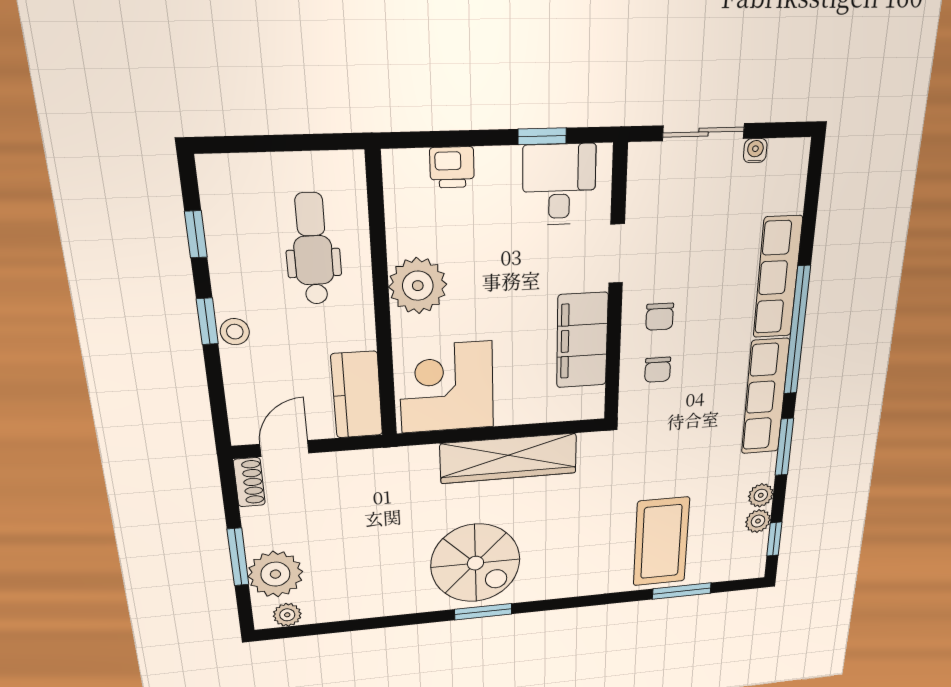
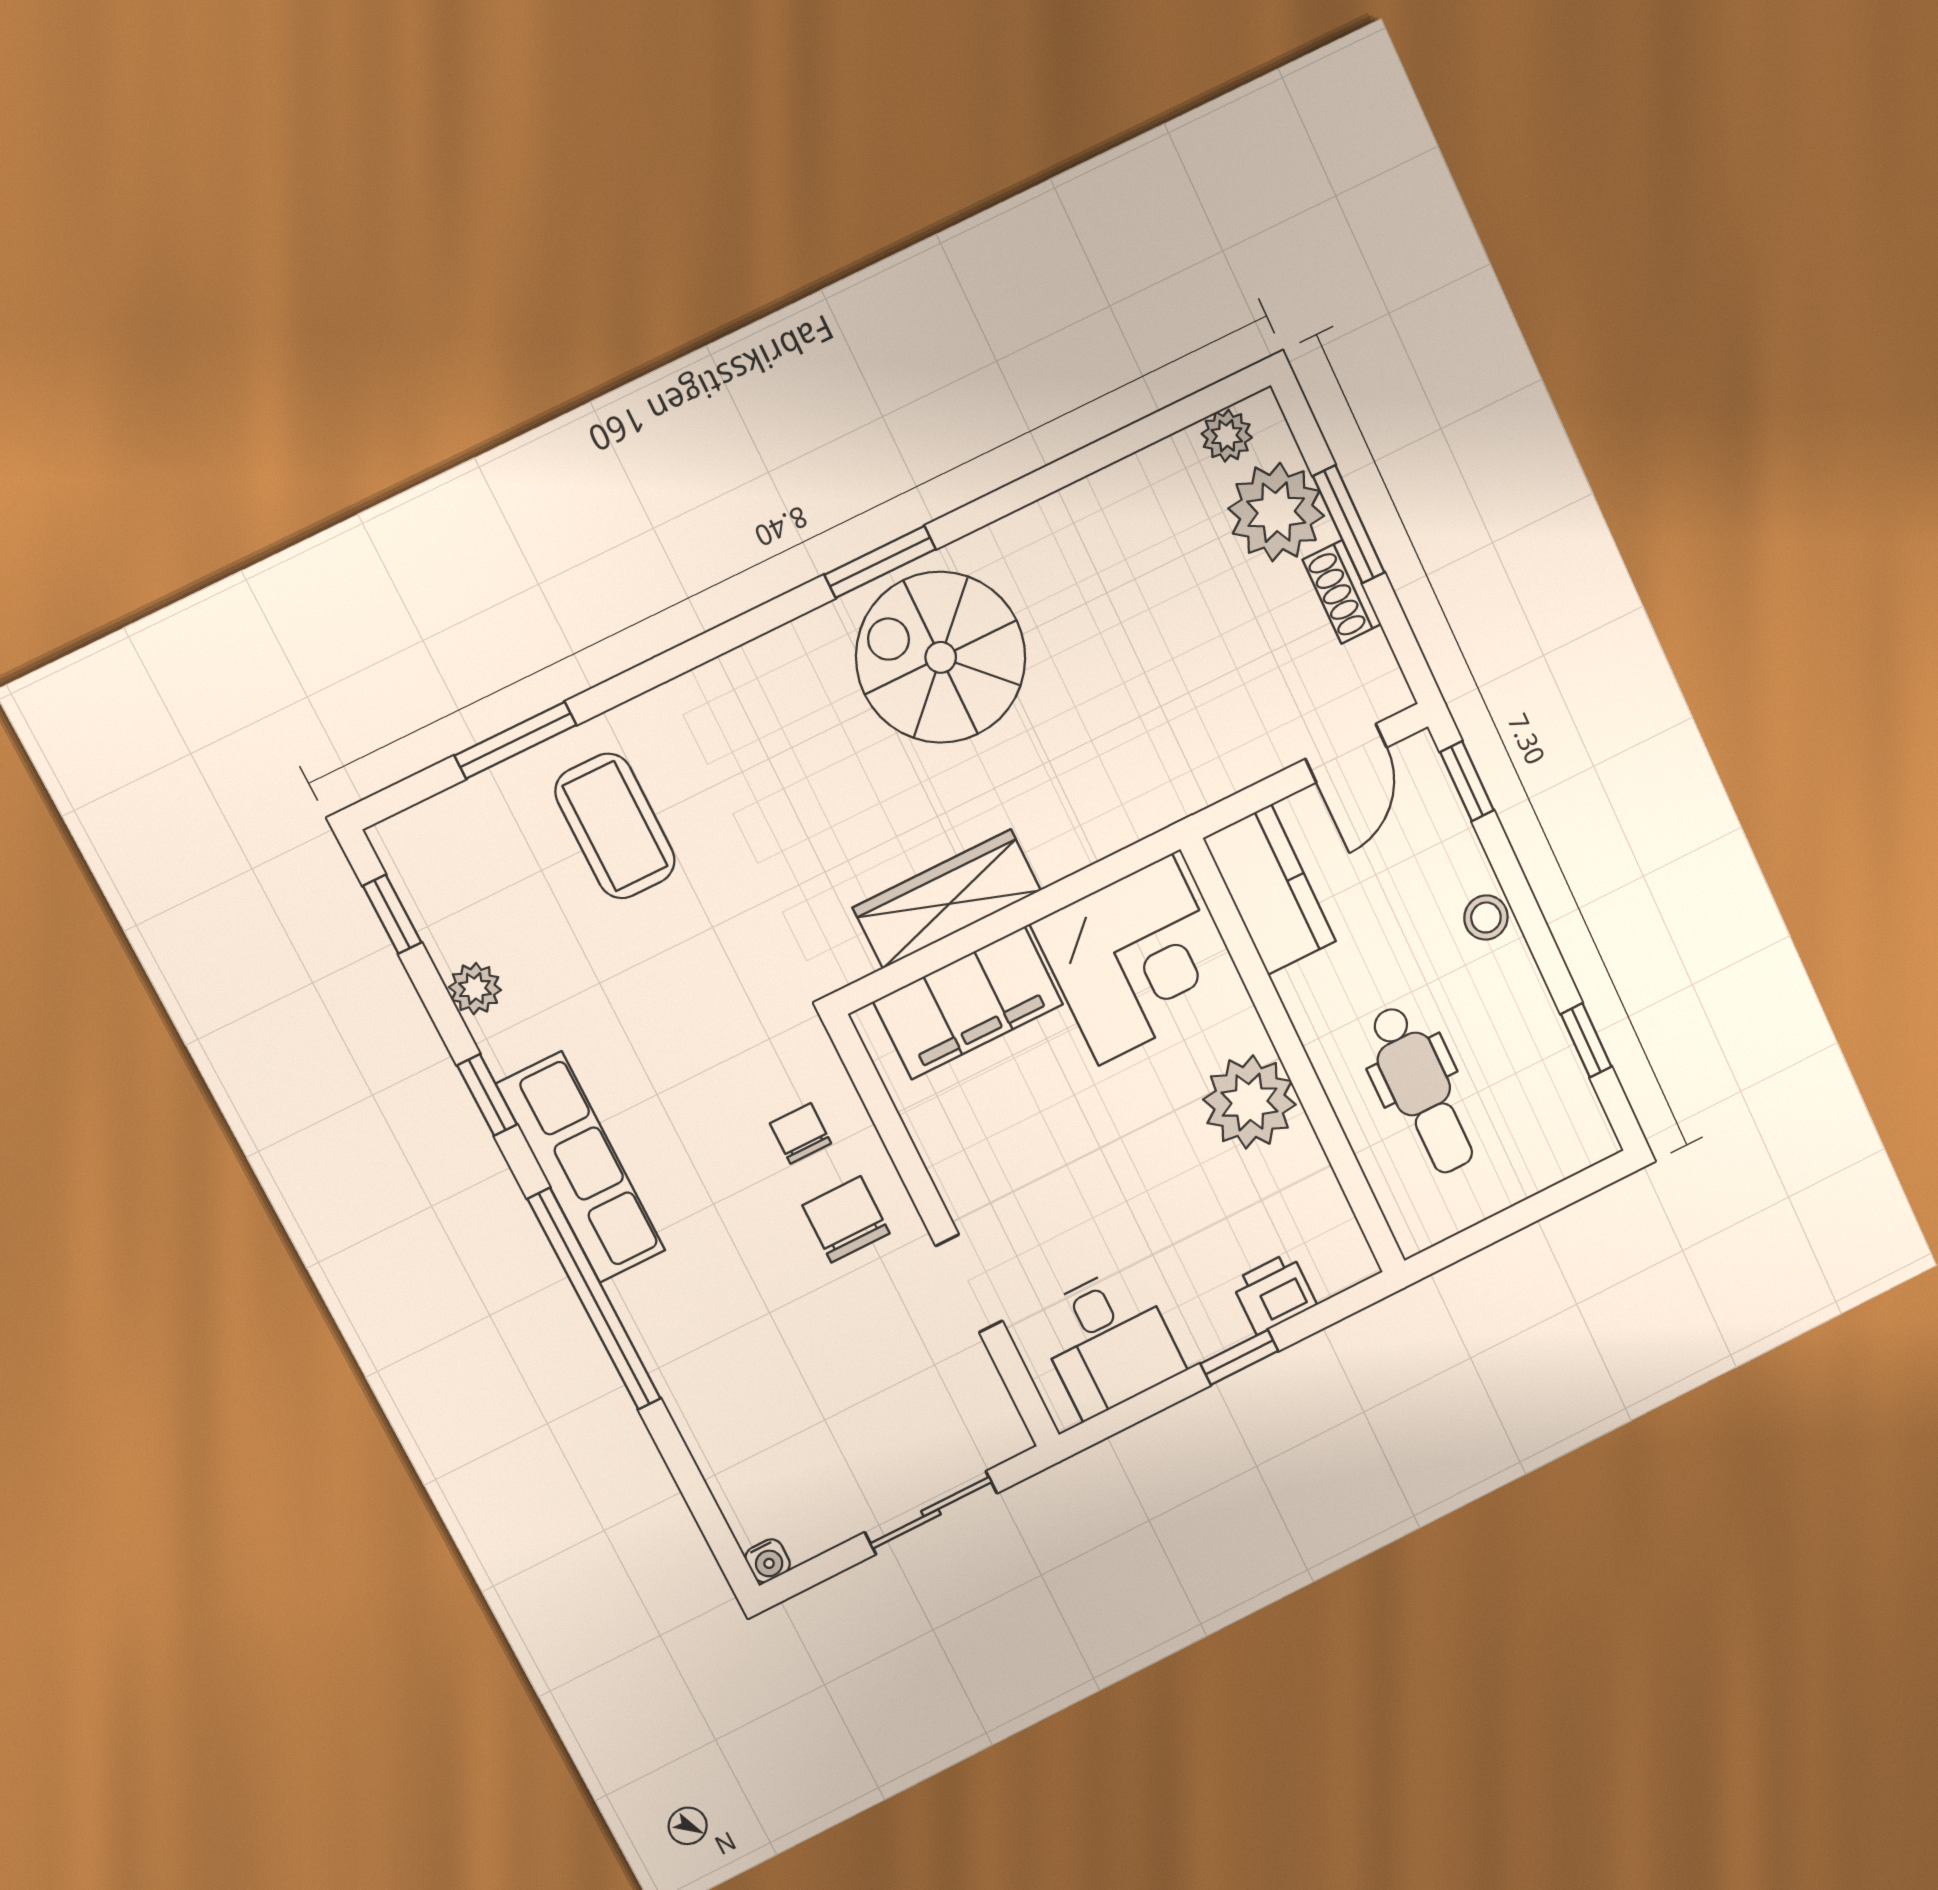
window: (542, 136) -> (1239, 1357), moved
water cooler: (755, 151) -> (768, 1561), moved
row of seats: (778, 277) -> (683, 1366), removed
chair: (660, 317) -> (846, 1219), width x1.37, depth x1.37
window: (207, 321) -> (1467, 781), moved
filing cabinet: (582, 340) -> (968, 1003), moved, turned 90
window: (784, 447) -> (487, 1095), width x0.67
wardrobe: (509, 458) -> (947, 899), width x0.71, depth x0.85
shoe rack: (249, 482) -> (1342, 592), moved
plant: (758, 521) -> (449, 937), removed
coffee table: (661, 542) -> (615, 826), width x0.73, depth x0.76

